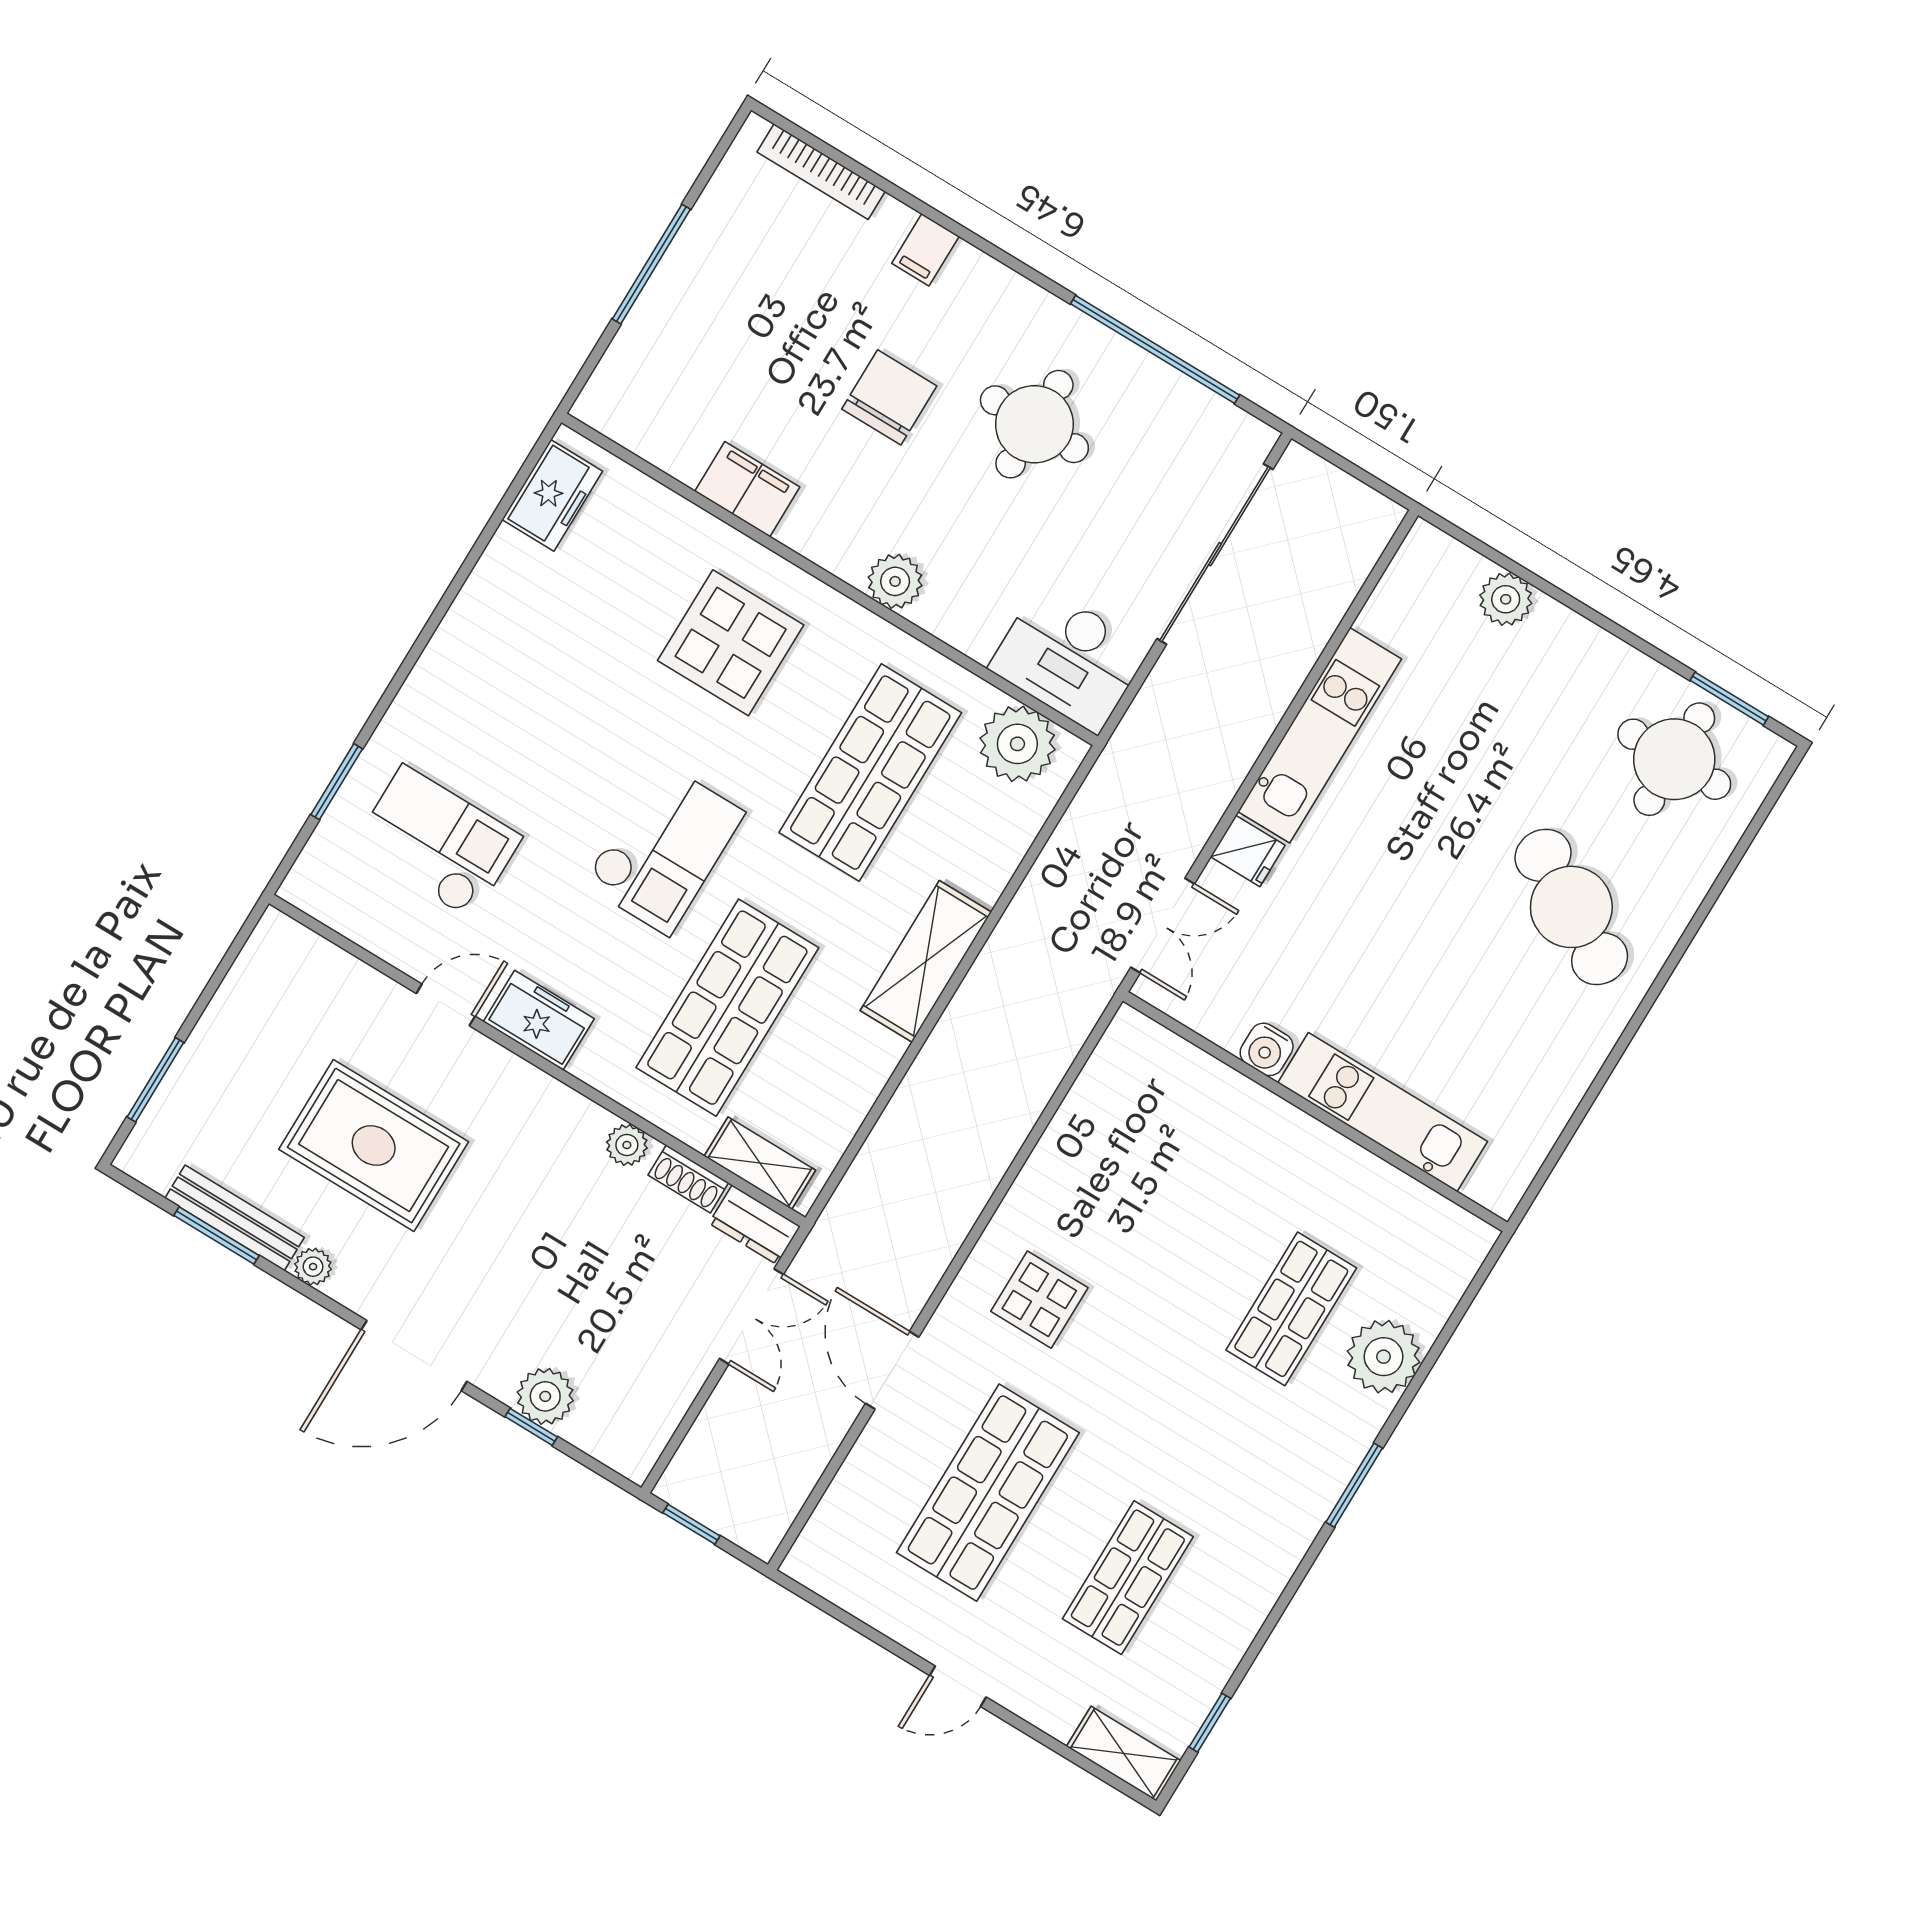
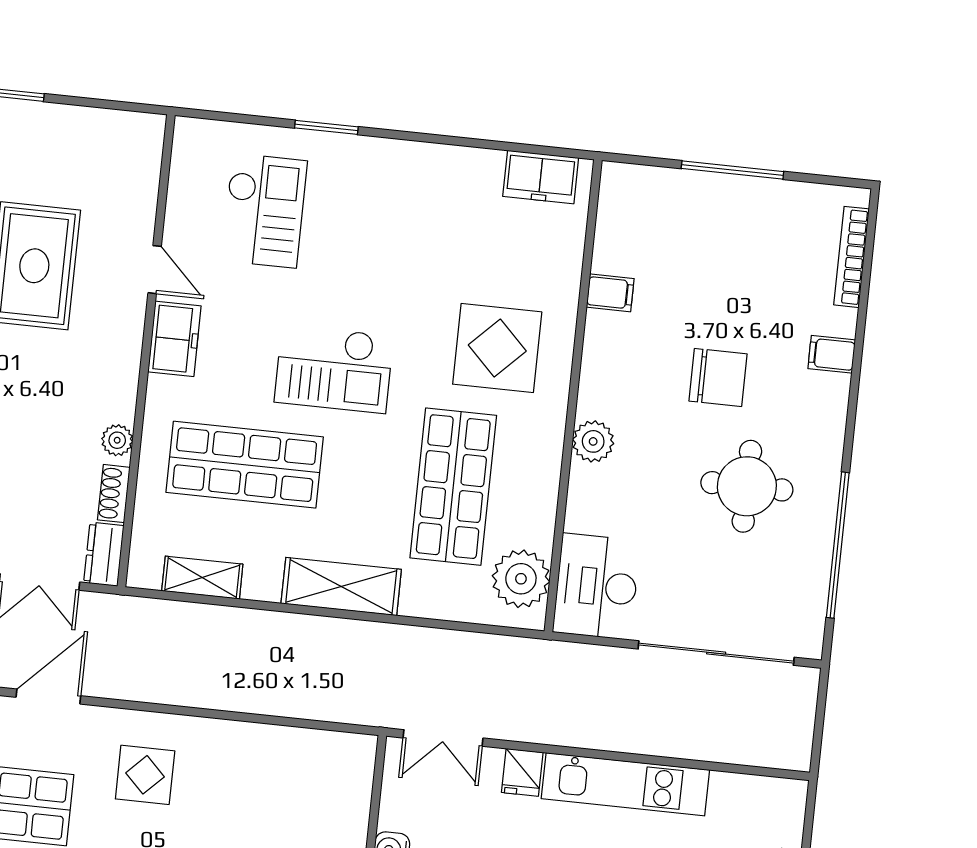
filing cabinet: (747, 489) -> (610, 293), width x0.50
shop shelf: (870, 773) -> (453, 487), turned 90
window: (337, 782) -> (326, 127), moved
shelving: (760, 1163) -> (202, 578), moved, turned 90

